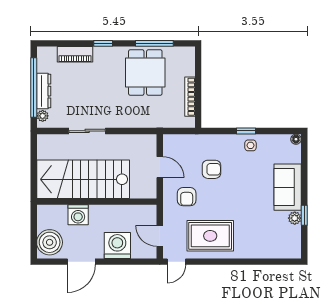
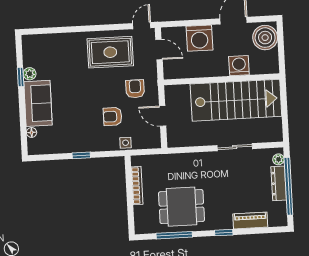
dining table: (145, 72) -> (182, 207), turned 90
floor lamp: (296, 139) -> (32, 132), moved
side table: (250, 145) -> (126, 143), moved

